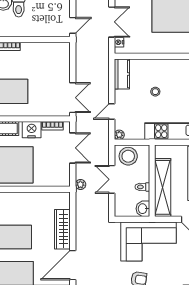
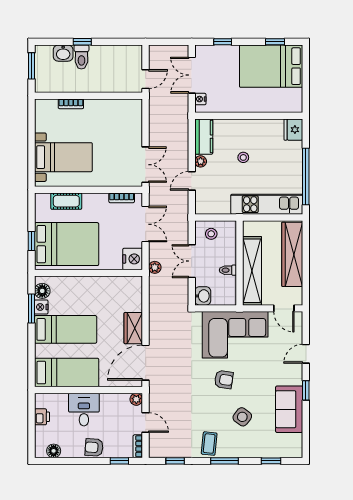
double door: (112, 22) -> (192, 75), swing flipped
nightstand: (32, 130) -> (133, 259), moved, turned 90
plant: (119, 135) -> (201, 161), moved
stool: (128, 156) -> (211, 234), width x0.53, depth x0.53
washbasin: (143, 209) -> (203, 296), moved, turned 180
wardrobe: (62, 229) -> (133, 328), width x0.67

